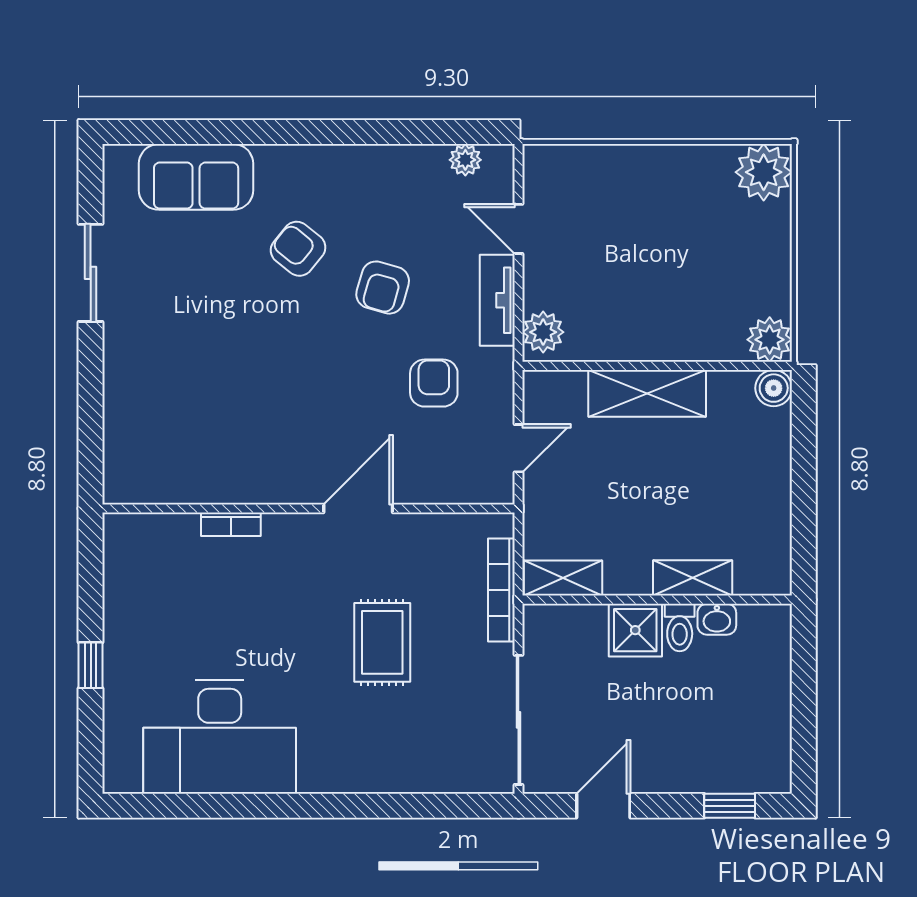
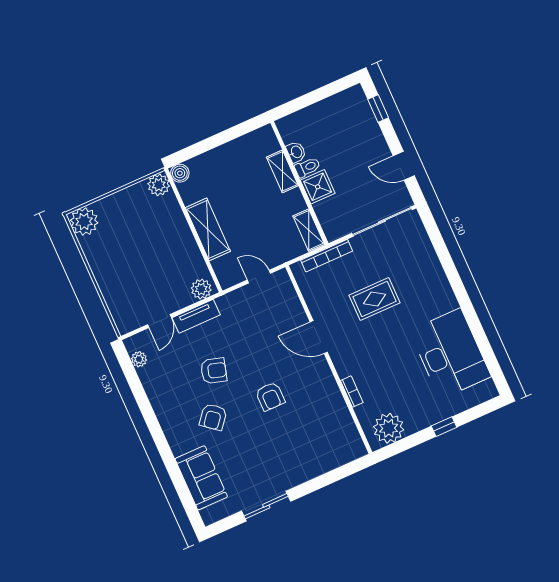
armchair: (434, 383) -> (270, 396), moved, turned -90
plant: (133, 562) -> (389, 428), added

